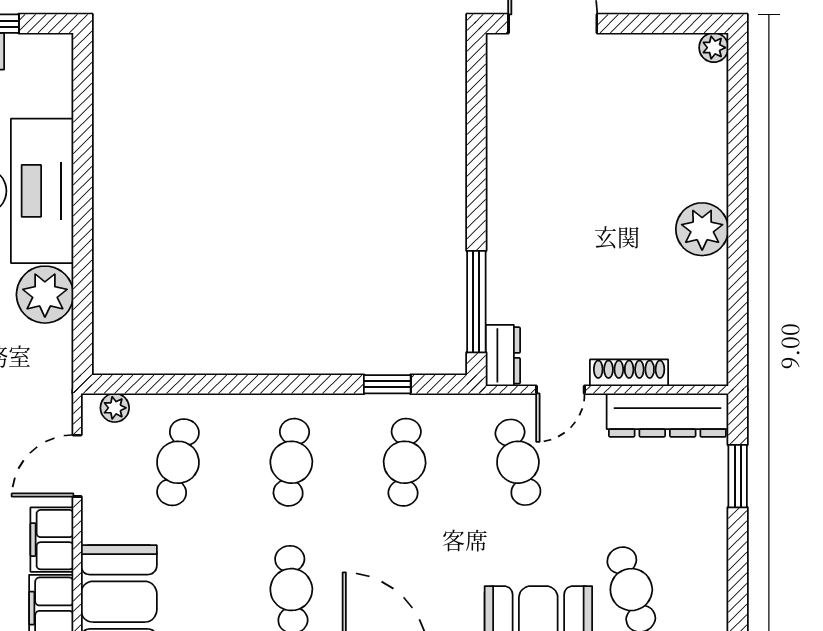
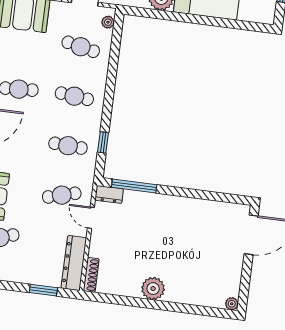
shoe rack: (629, 373) -> (91, 275), moved

